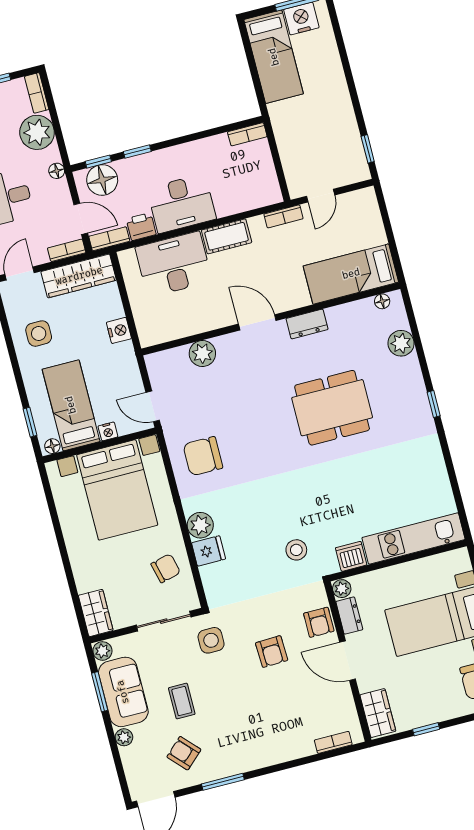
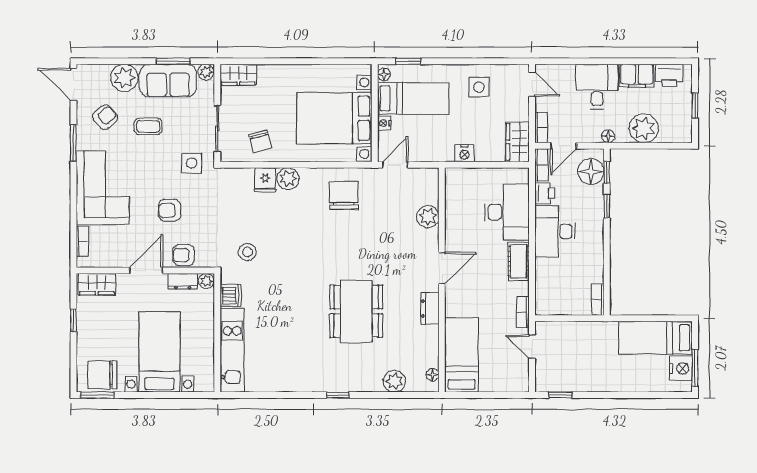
bookcase: (37, 93) -> (676, 136), removed
wardrobe: (79, 276) -> (518, 142), width x0.67
corner sofa: (266, 735) -> (103, 188), added
plant: (124, 737) -> (124, 78), width x1.88, depth x1.88

